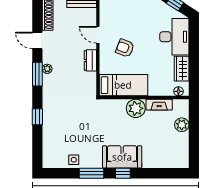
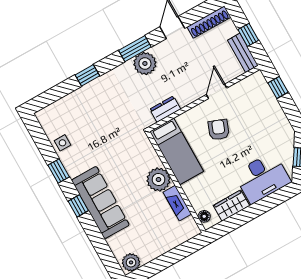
dresser: (90, 60) -> (165, 109), moved
plant: (47, 69) -> (145, 63), width x1.88, depth x1.88
plant: (182, 125) -> (131, 262), moved
sofa: (122, 157) -> (100, 203), width x1.36
window: (92, 173) -> (59, 171), width x0.67

